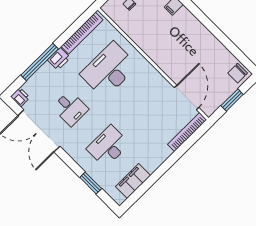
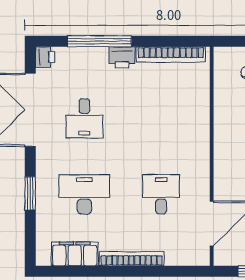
desk: (109, 70) -> (161, 194), moved, width x0.53, depth x0.77
bookcase: (187, 132) -> (132, 259), moved
window: (91, 183) -> (30, 193), moved

